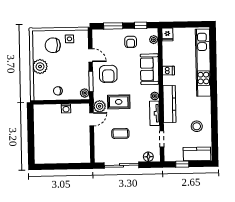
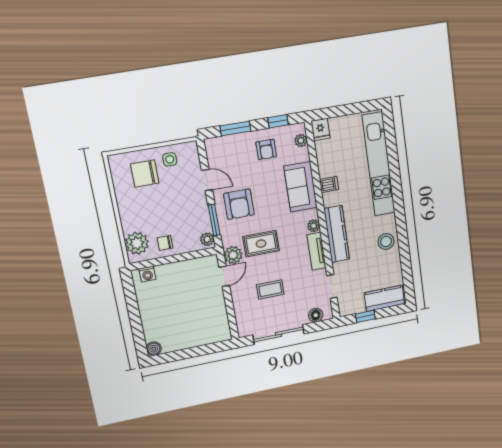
plant: (40, 67) -> (137, 243), moved
washing machine: (66, 109) -> (147, 274), moved
stool: (197, 126) -> (386, 241), moved
boiler: (39, 159) -> (154, 349), added

